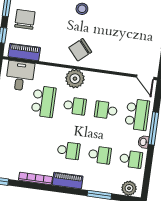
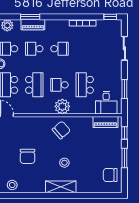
chair: (25, 19) -> (28, 156), moved
school desk: (106, 110) -> (34, 85), width x1.85
school desk: (69, 151) -> (59, 49), turned 180
piano: (68, 181) -> (33, 25), moved

